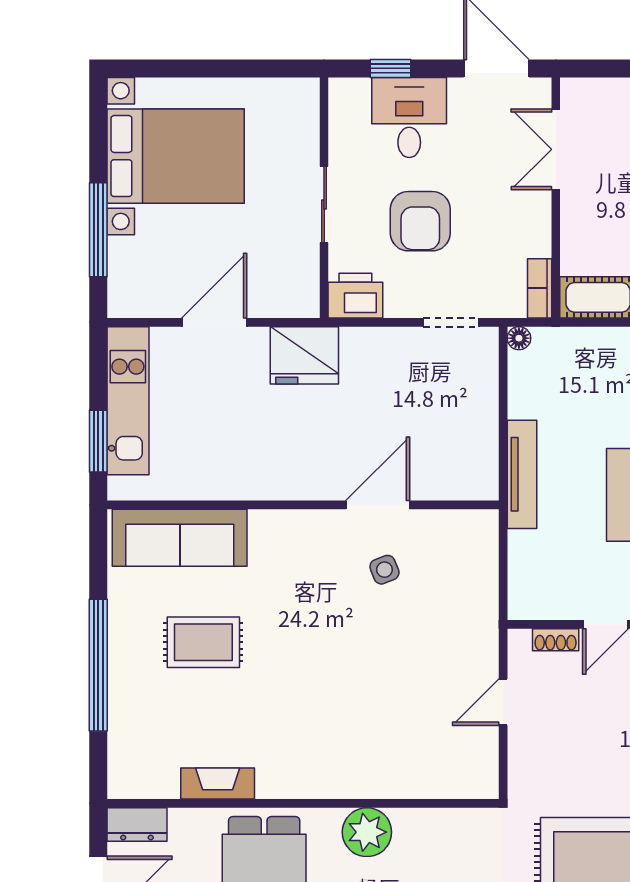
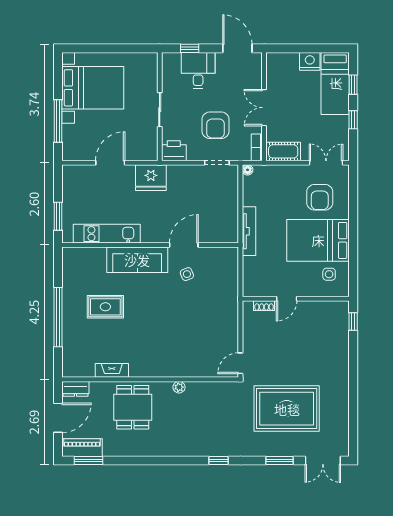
double door: (556, 149) -> (264, 108), moved
armchair: (420, 221) -> (216, 125), moved
kitchen unit: (128, 401) -> (107, 234), moved, turned -90
sofa: (180, 538) -> (137, 260), moved
door: (503, 702) -> (240, 363), moved
plant: (367, 832) -> (179, 387), width x0.53, depth x0.53

